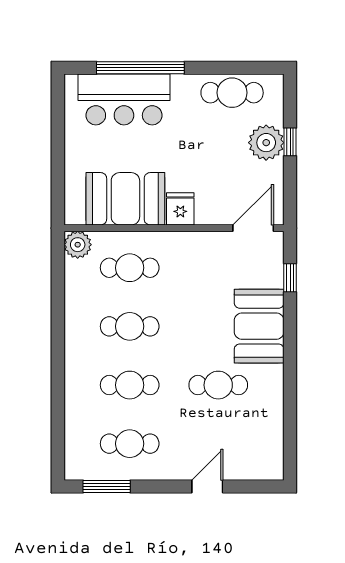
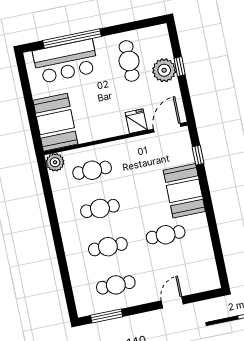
cafe table: (232, 93) -> (129, 61), moved, turned 90
booth: (125, 199) -> (55, 122), moved, turned 90
fridge: (180, 209) -> (136, 121), moved

